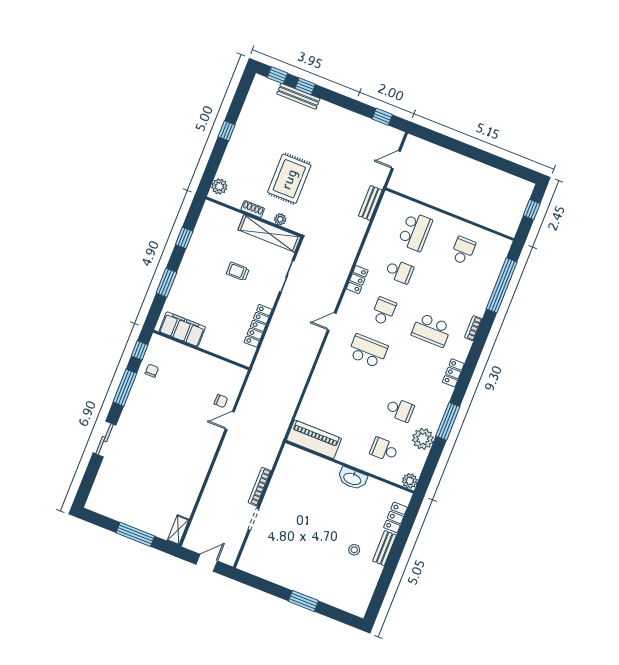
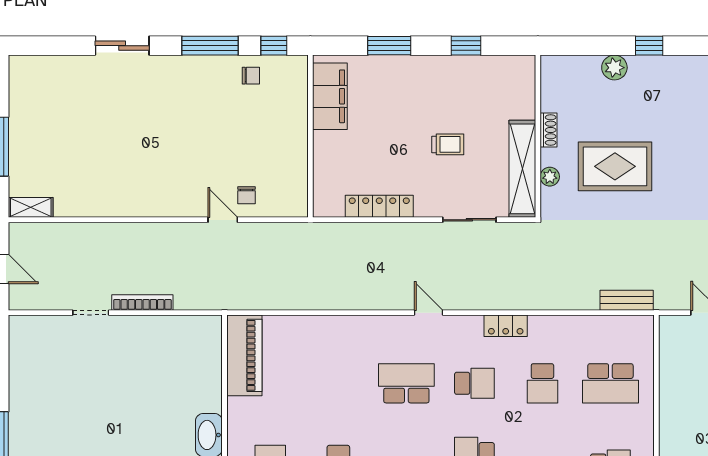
plant: (219, 186) -> (614, 68), moved
trolley: (238, 271) -> (448, 144), turned 90
school desk: (368, 351) -> (406, 383), turned -90

